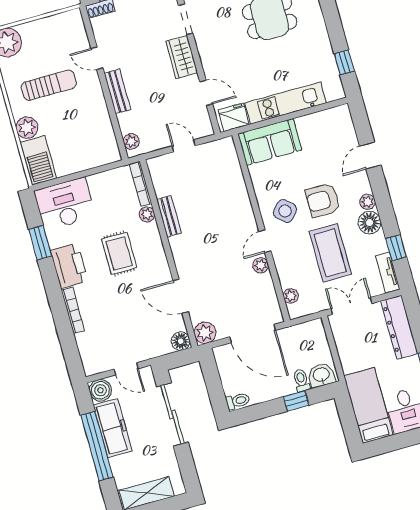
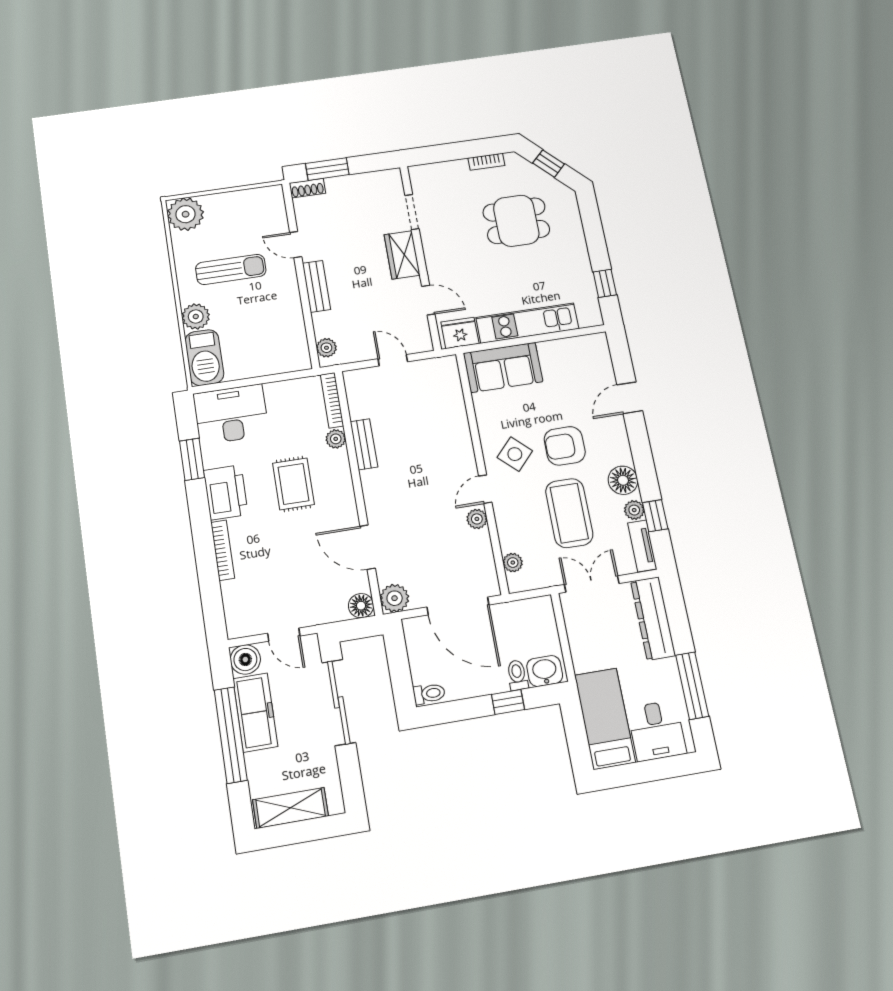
plant: (368, 202) -> (634, 510), moved

